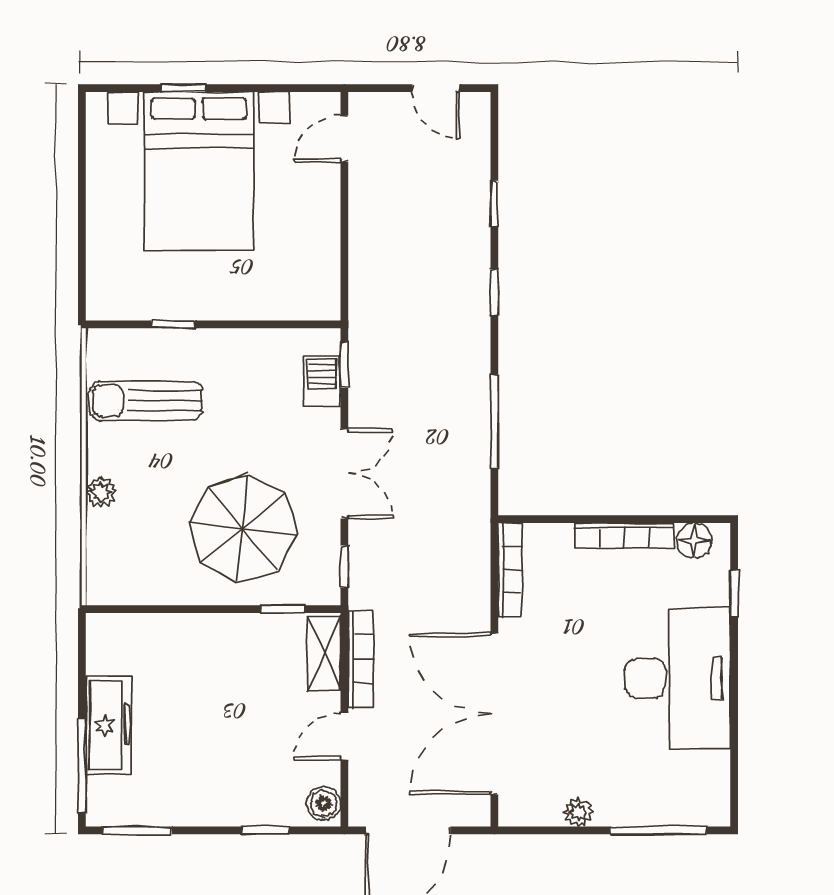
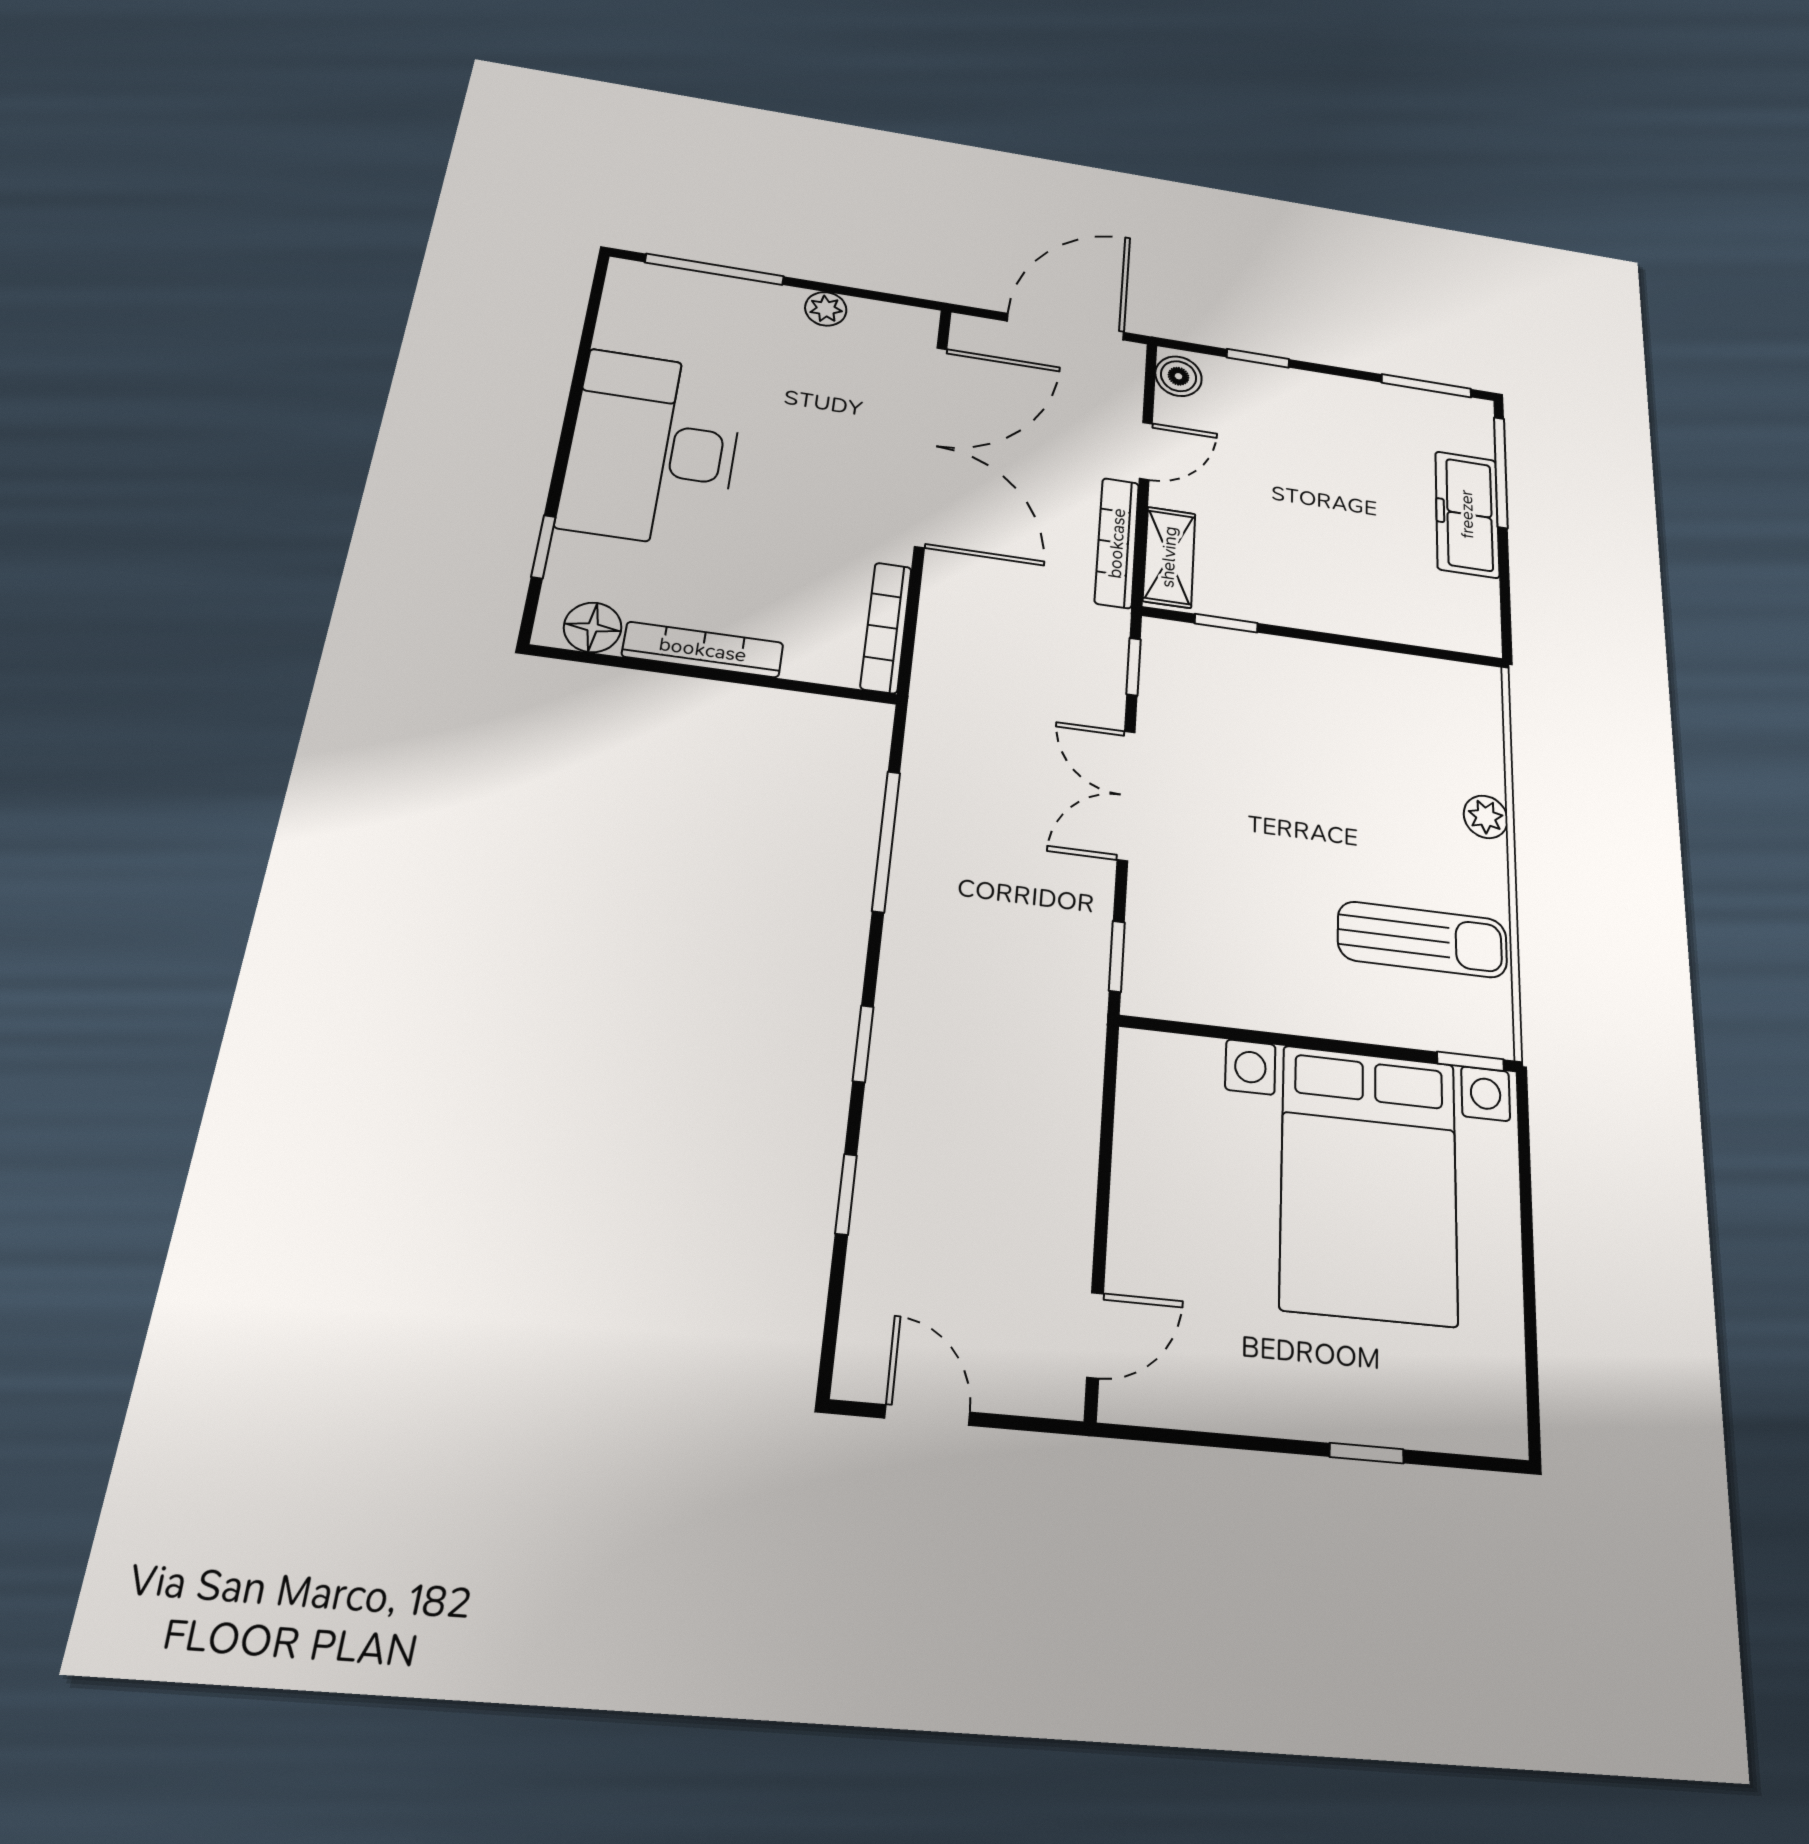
bed with nightstands: (199, 171) -> (1369, 1184), moved, turned 180
window: (173, 324) -> (1470, 1061), moved
barbecue: (322, 381) -> (1153, 936), removed
parasol: (243, 528) -> (1280, 739), removed

